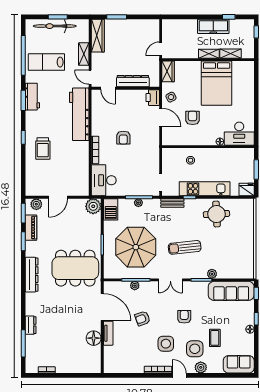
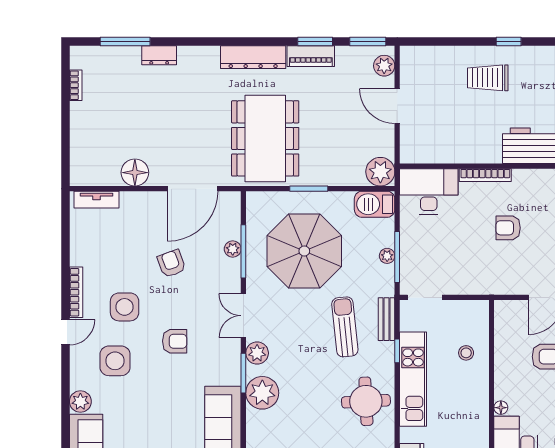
piano: (31, 228) -> (311, 56), moved
sun lounger: (185, 247) -> (345, 327), moved
plant: (191, 272) -> (257, 353), added
plant: (212, 274) -> (262, 393), width x1.88, depth x1.88
tv unit: (108, 333) -> (97, 200), moved
coffee table: (215, 338) -> (135, 398), removed
plant: (201, 367) -> (80, 402), moved

